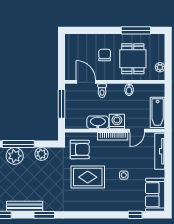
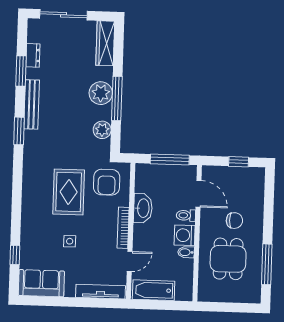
window: (61, 53) -> (239, 162), added
dining table: (133, 59) -> (228, 259), turned 90
plant: (160, 67) -> (215, 296), removed
door: (86, 82) -> (199, 194), hinge flipped
washing machine: (117, 122) -> (185, 235), moved, turned 180
door: (137, 131) -> (130, 261), swing flipped

